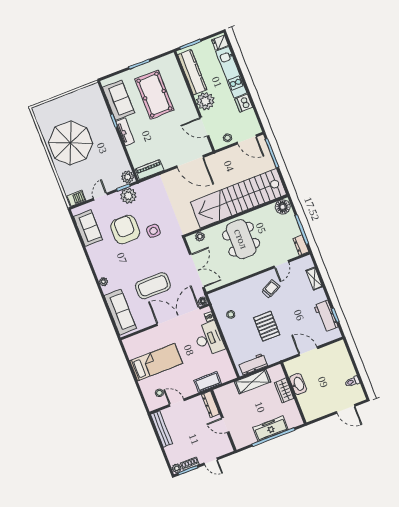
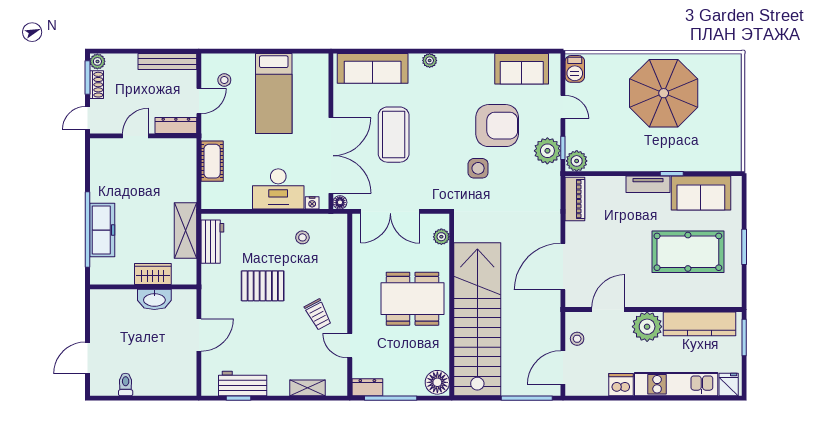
dresser: (210, 404) -> (176, 126), moved
wall: (223, 420) -> (143, 136), moved
door: (225, 425) -> (135, 136), moved

